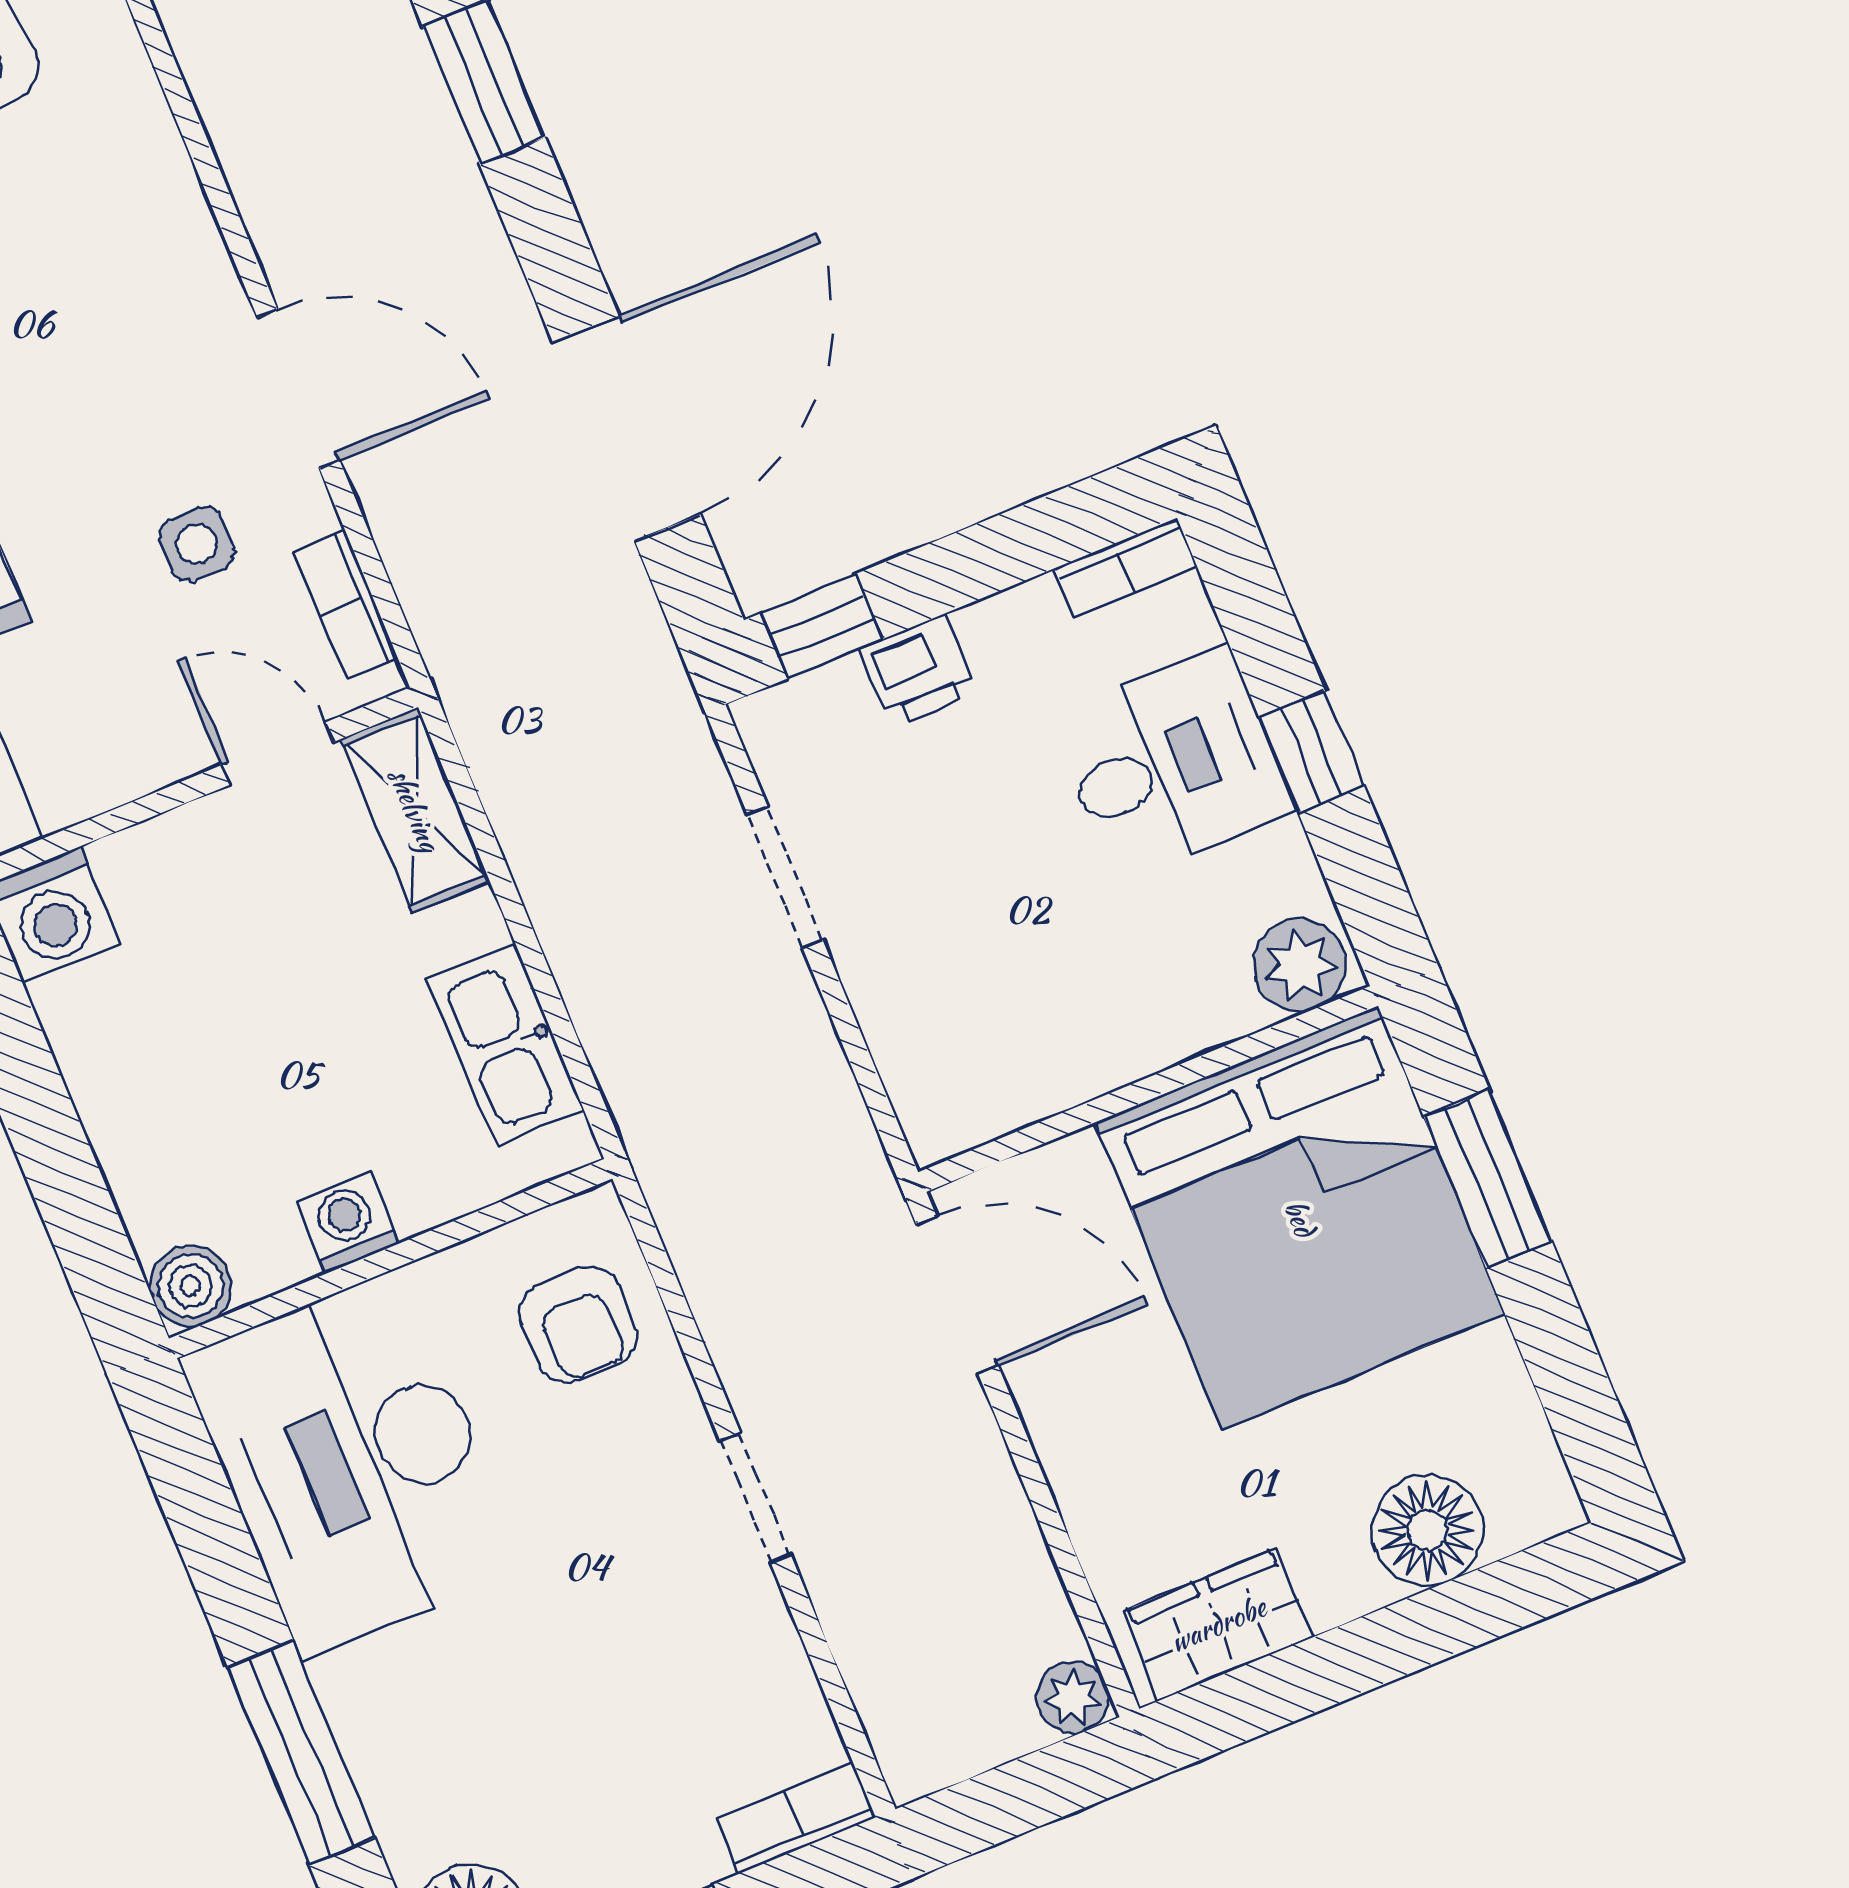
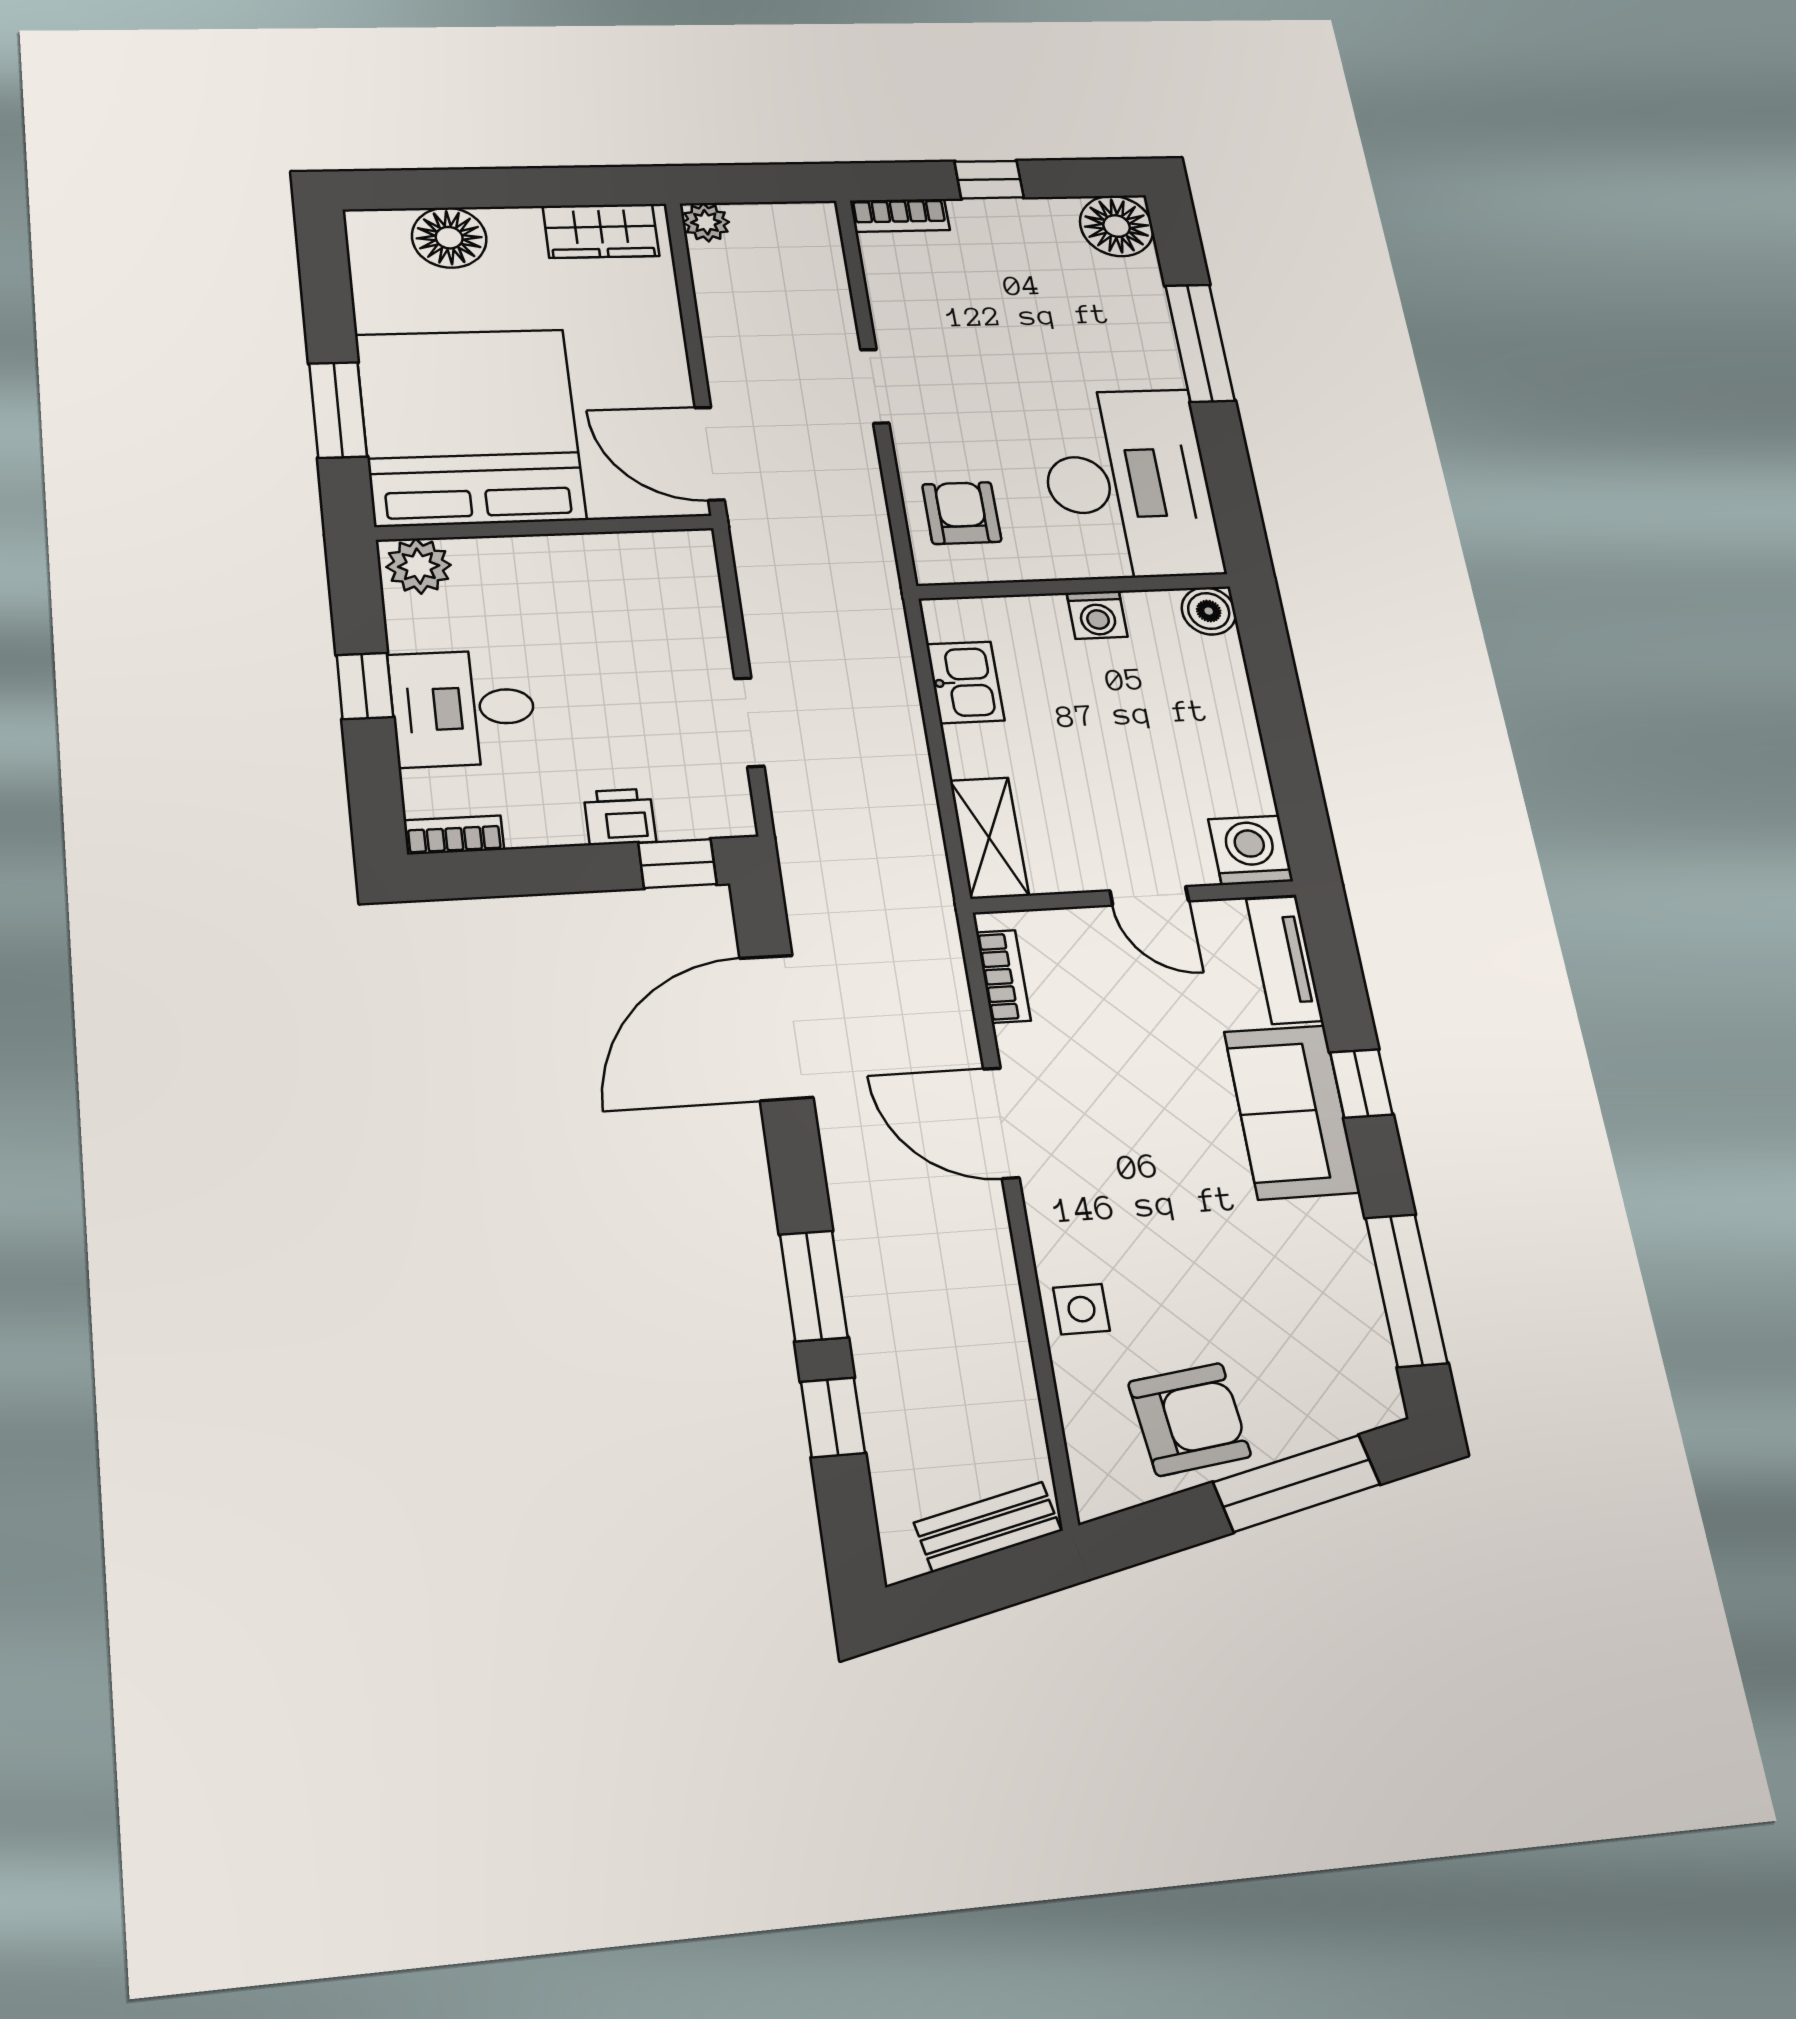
side table: (197, 544) -> (1082, 1309), moved
door: (277, 754) -> (1149, 896), moved
kitchen sink: (506, 1045) -> (965, 682), width x0.73

